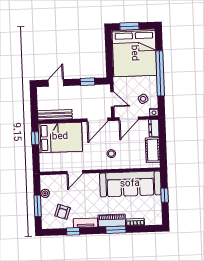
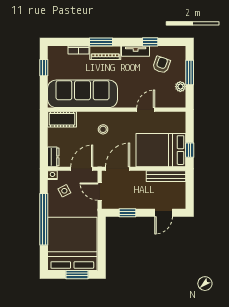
cot: (153, 150) -> (62, 119), moved, turned 90
window: (165, 195) -> (44, 68), moved

